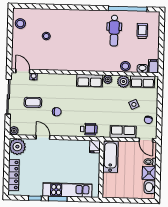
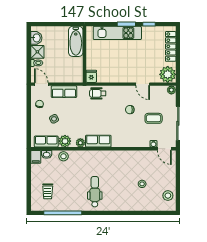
dental chair: (114, 31) -> (95, 192), moved
bathtub: (110, 157) -> (76, 41), moved

